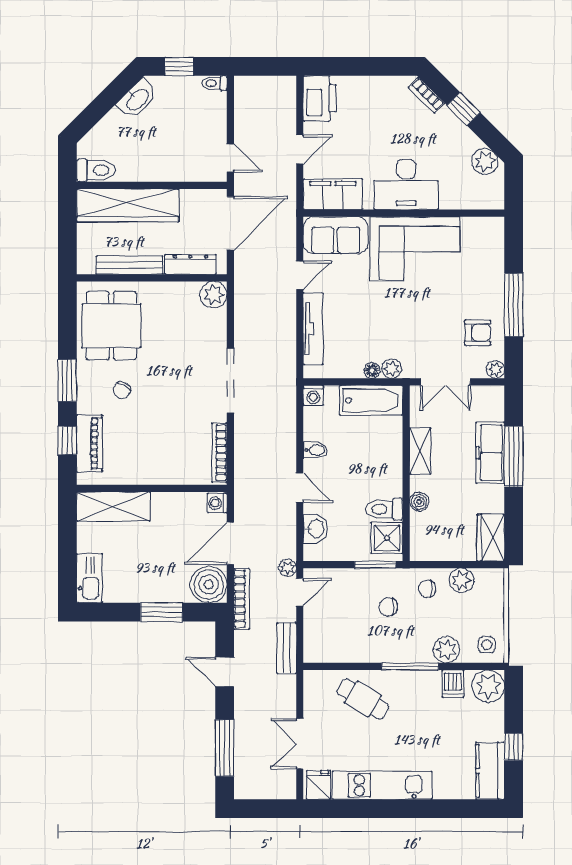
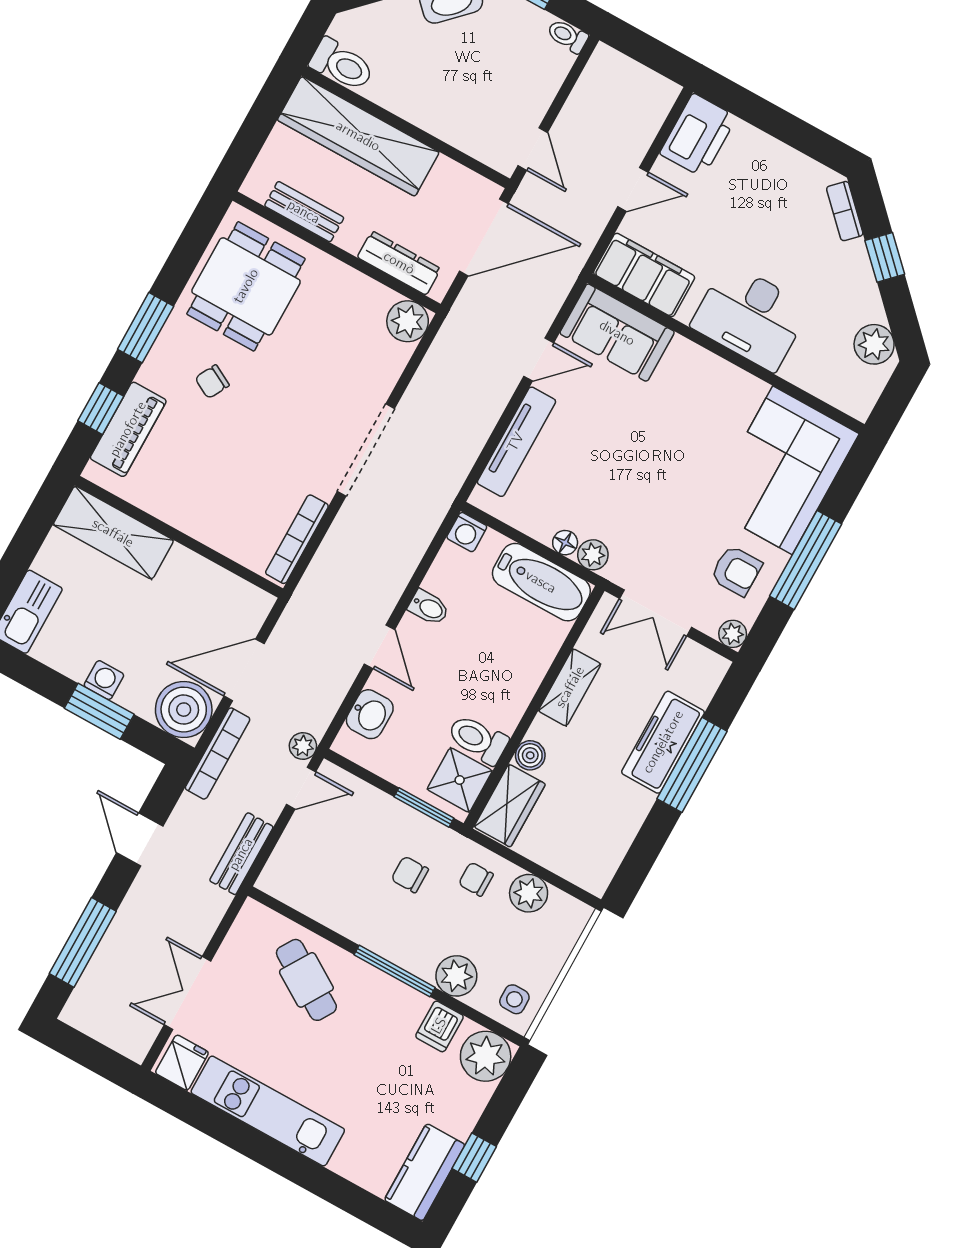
corner sofa: (415, 249) -> (782, 470), moved, turned 90
bench: (130, 265) -> (304, 212), width x0.73
washing machine: (217, 503) -> (104, 680), moved, turned 90
wardrobe: (491, 538) -> (510, 806), moved, turned 180

